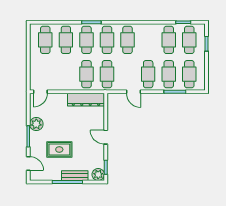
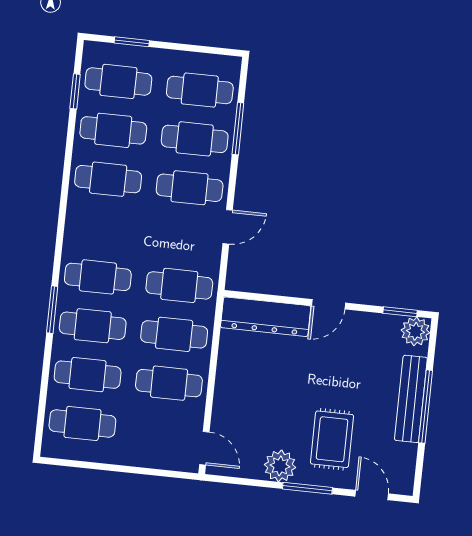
cafe table: (128, 40) -> (108, 179), moved
cafe table: (66, 74) -> (169, 383), added
dresser: (86, 100) -> (266, 317), moved, turned 90
rug: (59, 149) -> (332, 439), moved
door: (28, 163) -> (372, 495), hinge flipped
bench: (75, 176) -> (411, 399), width x1.36

